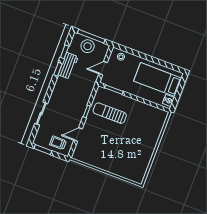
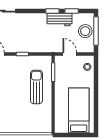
nightstand: (168, 100) -> (63, 128), removed
sun lounger: (110, 113) -> (36, 87), moved

